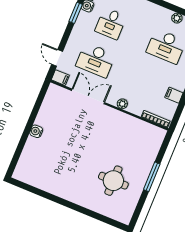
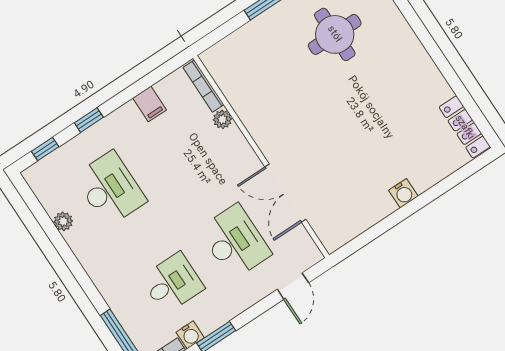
filing cabinet: (60, 78) -> (309, 252), removed
plant: (122, 104) -> (222, 119), moved
locker: (29, 179) -> (465, 127), added

